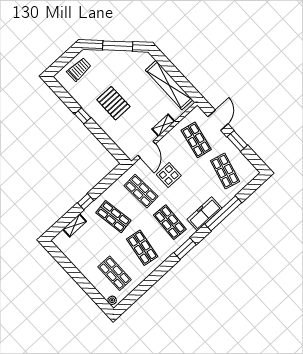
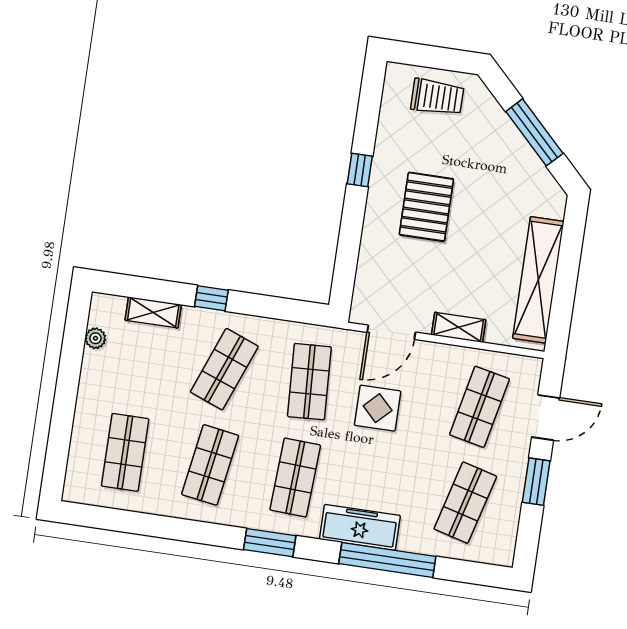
shop shelf: (113, 217) -> (224, 369), turned 30
plant: (112, 300) -> (95, 338), moved

